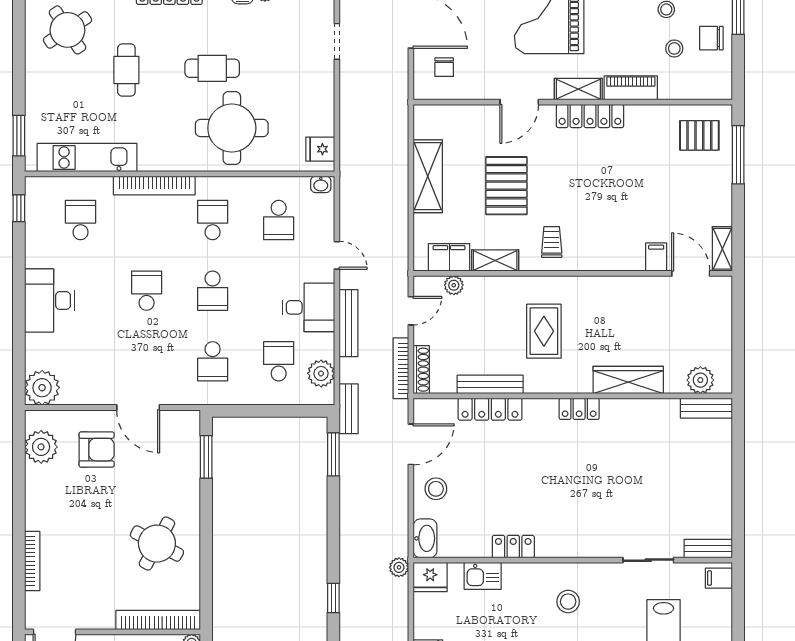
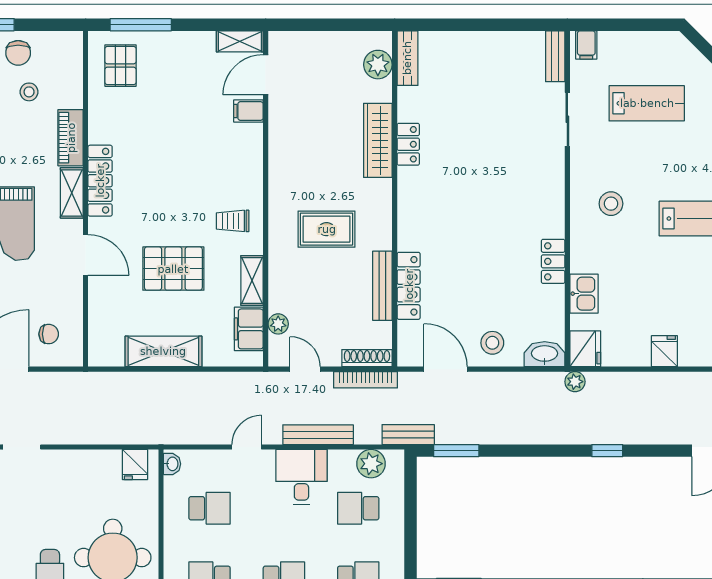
locker: (579, 409) -> (408, 144), moved

